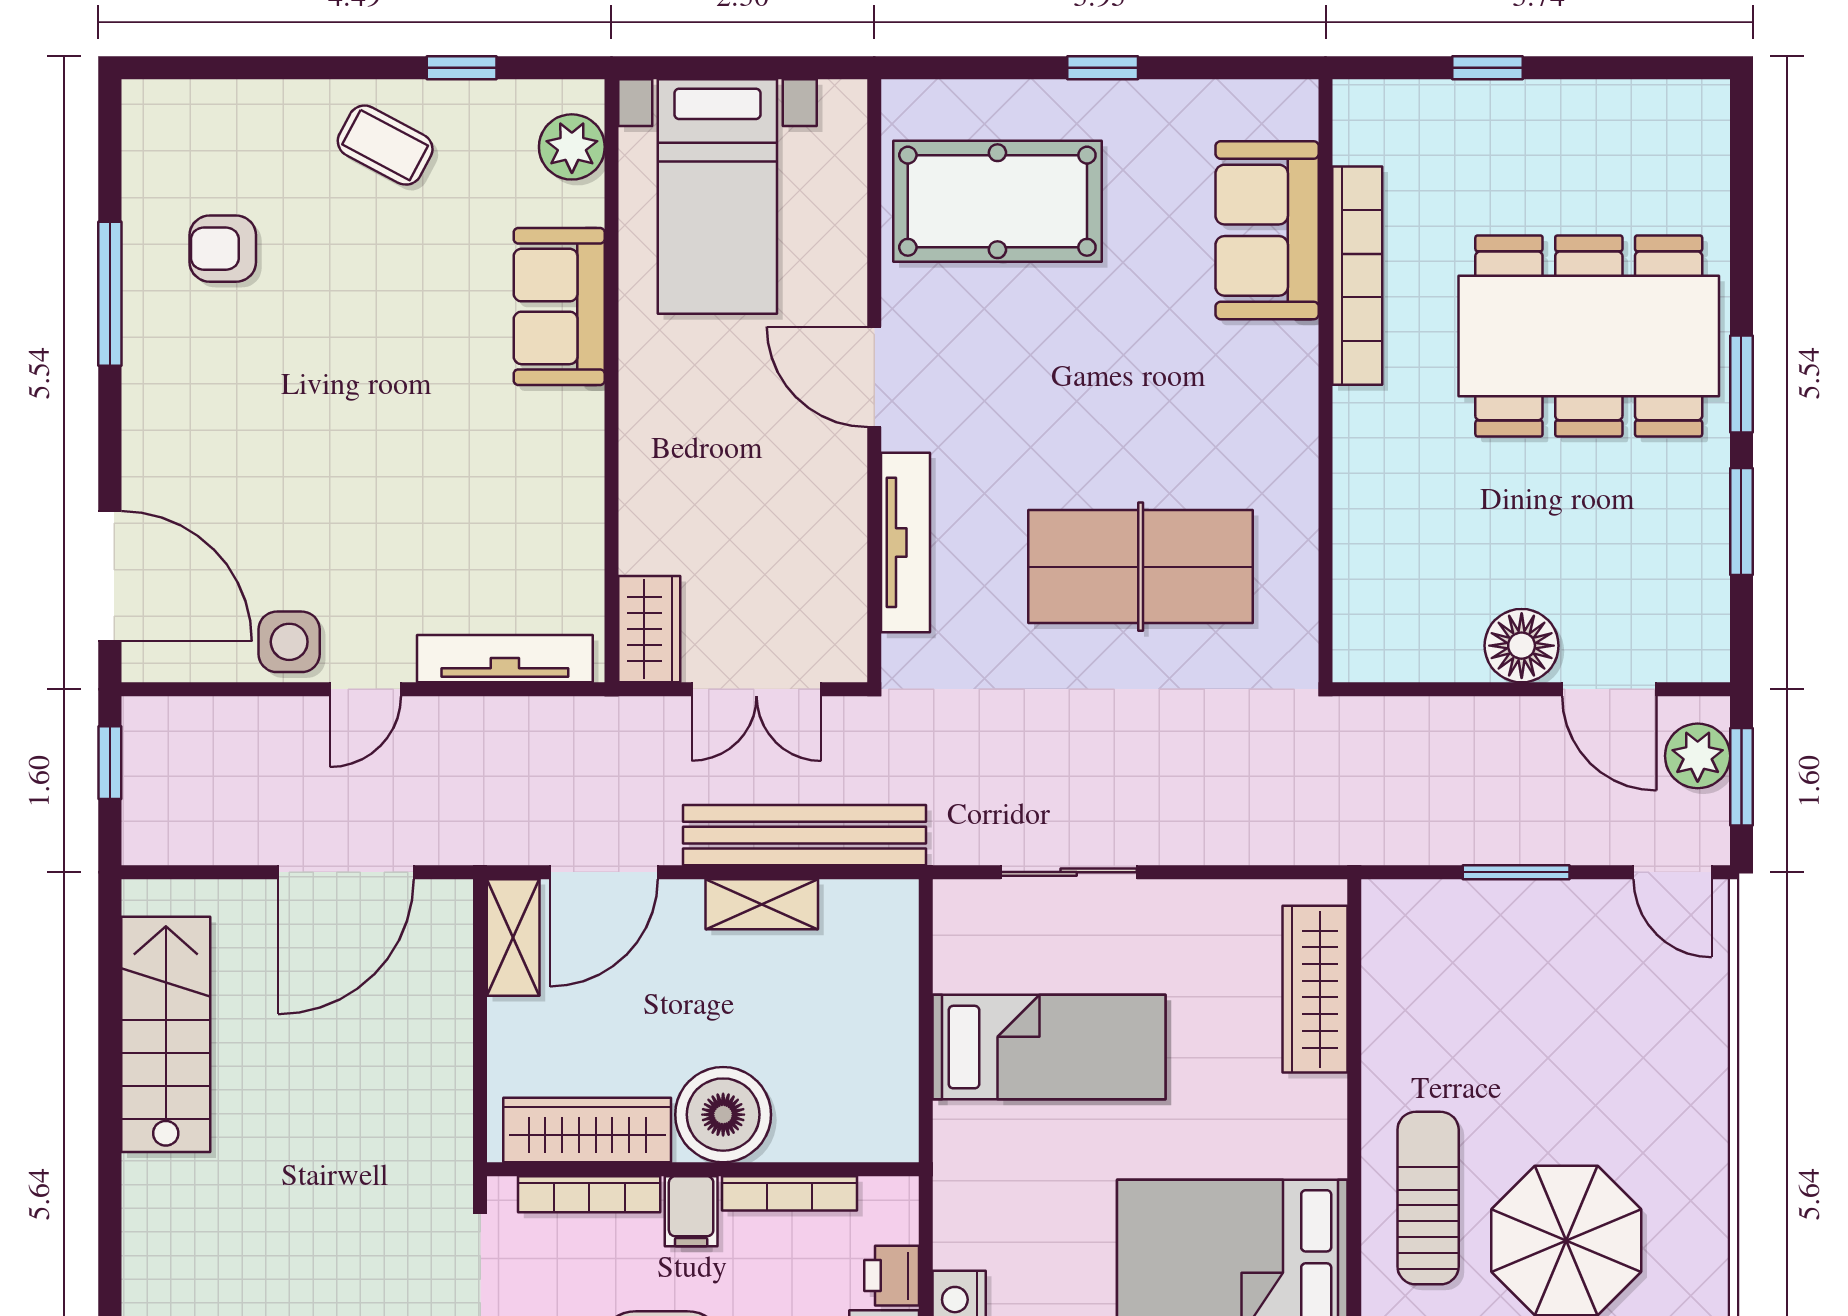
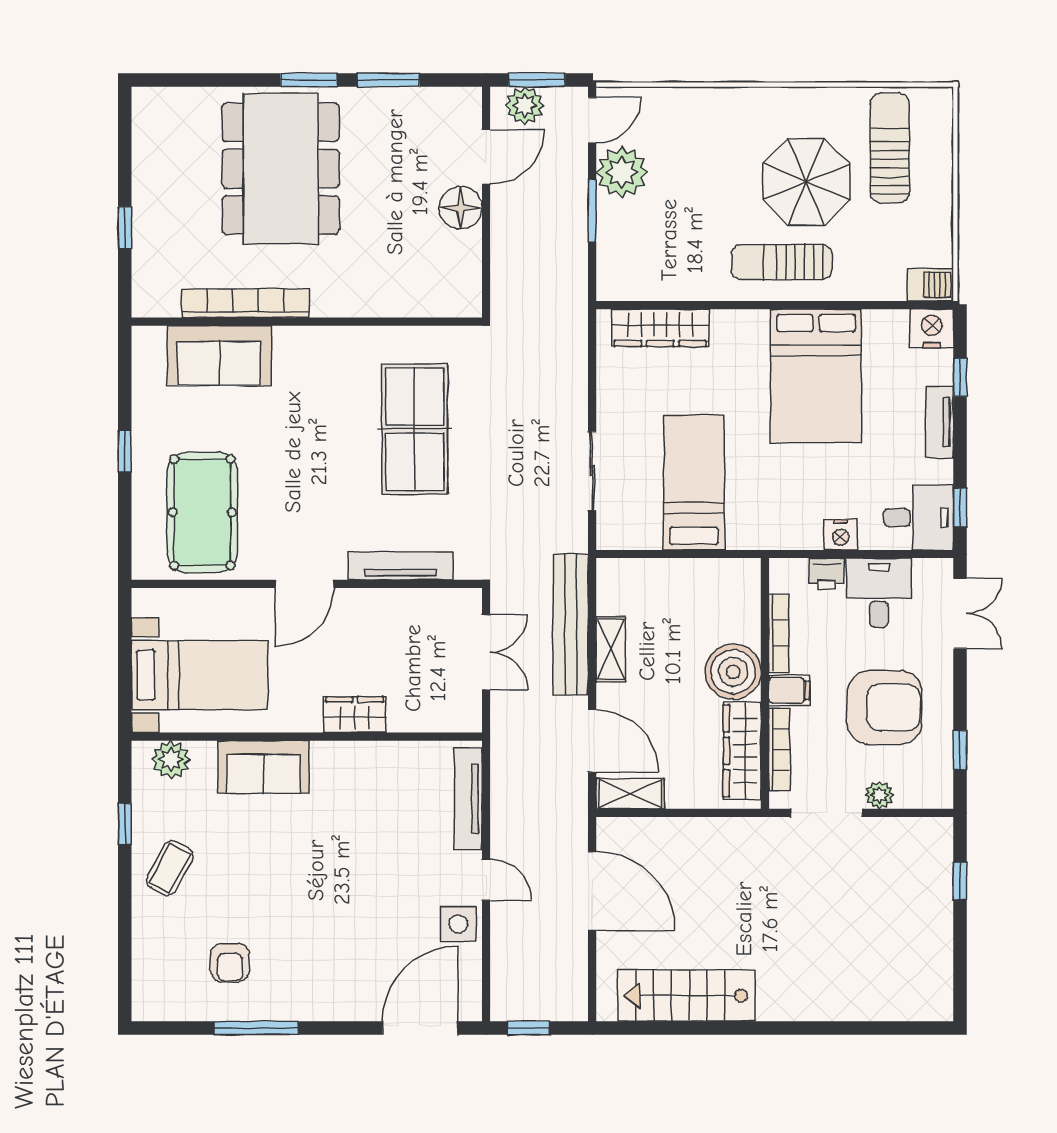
wardrobe: (649, 629) -> (355, 715), moved
plant: (1583, 923) -> (622, 172), added

